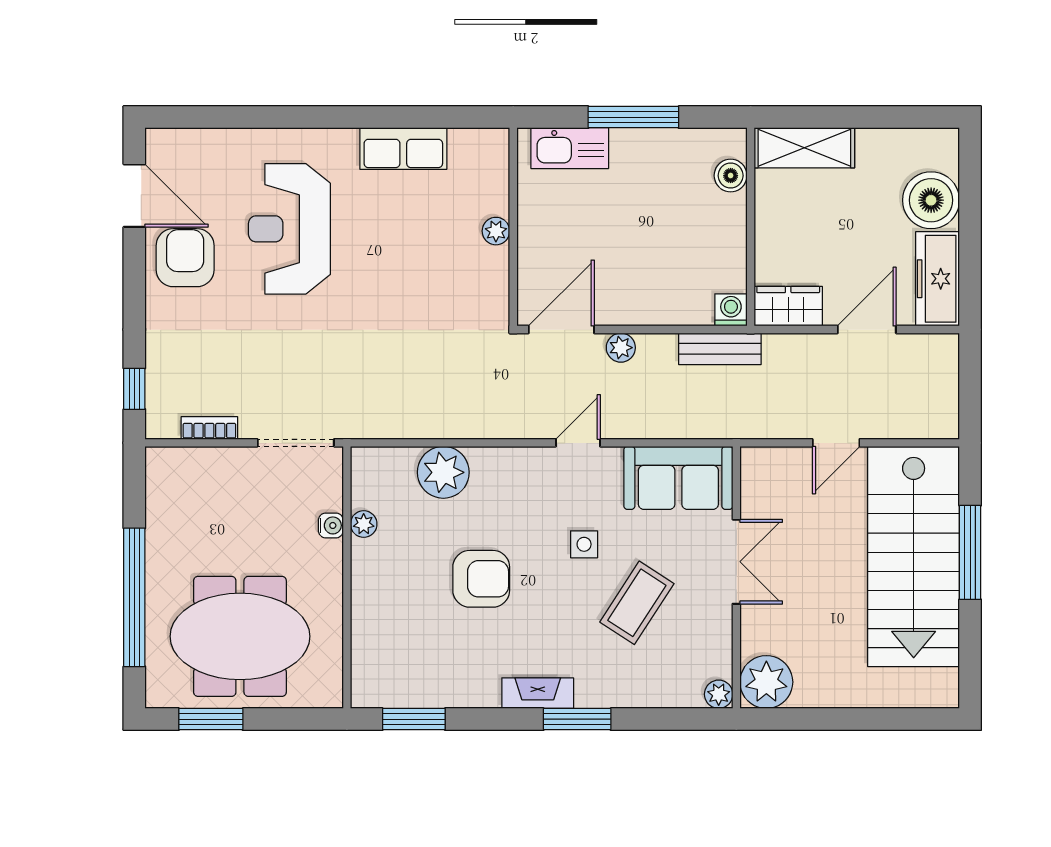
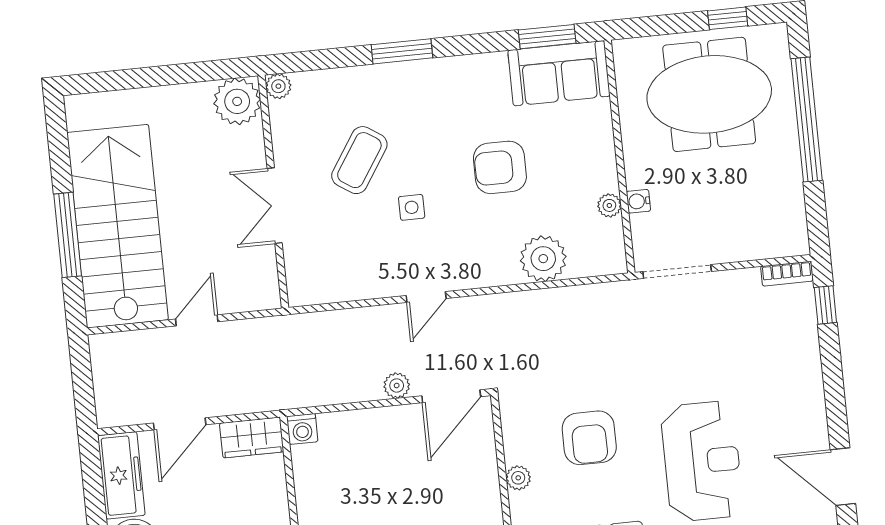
armchair: (185, 258) -> (589, 438), moved
bench: (720, 349) -> (309, 393), removed
bookcase: (209, 428) -> (787, 274), moved
sofa: (678, 478) -> (559, 73), moved, turned 180
fireplace: (538, 693) -> (439, 71), removed
window: (211, 719) -> (728, 18), width x0.67

